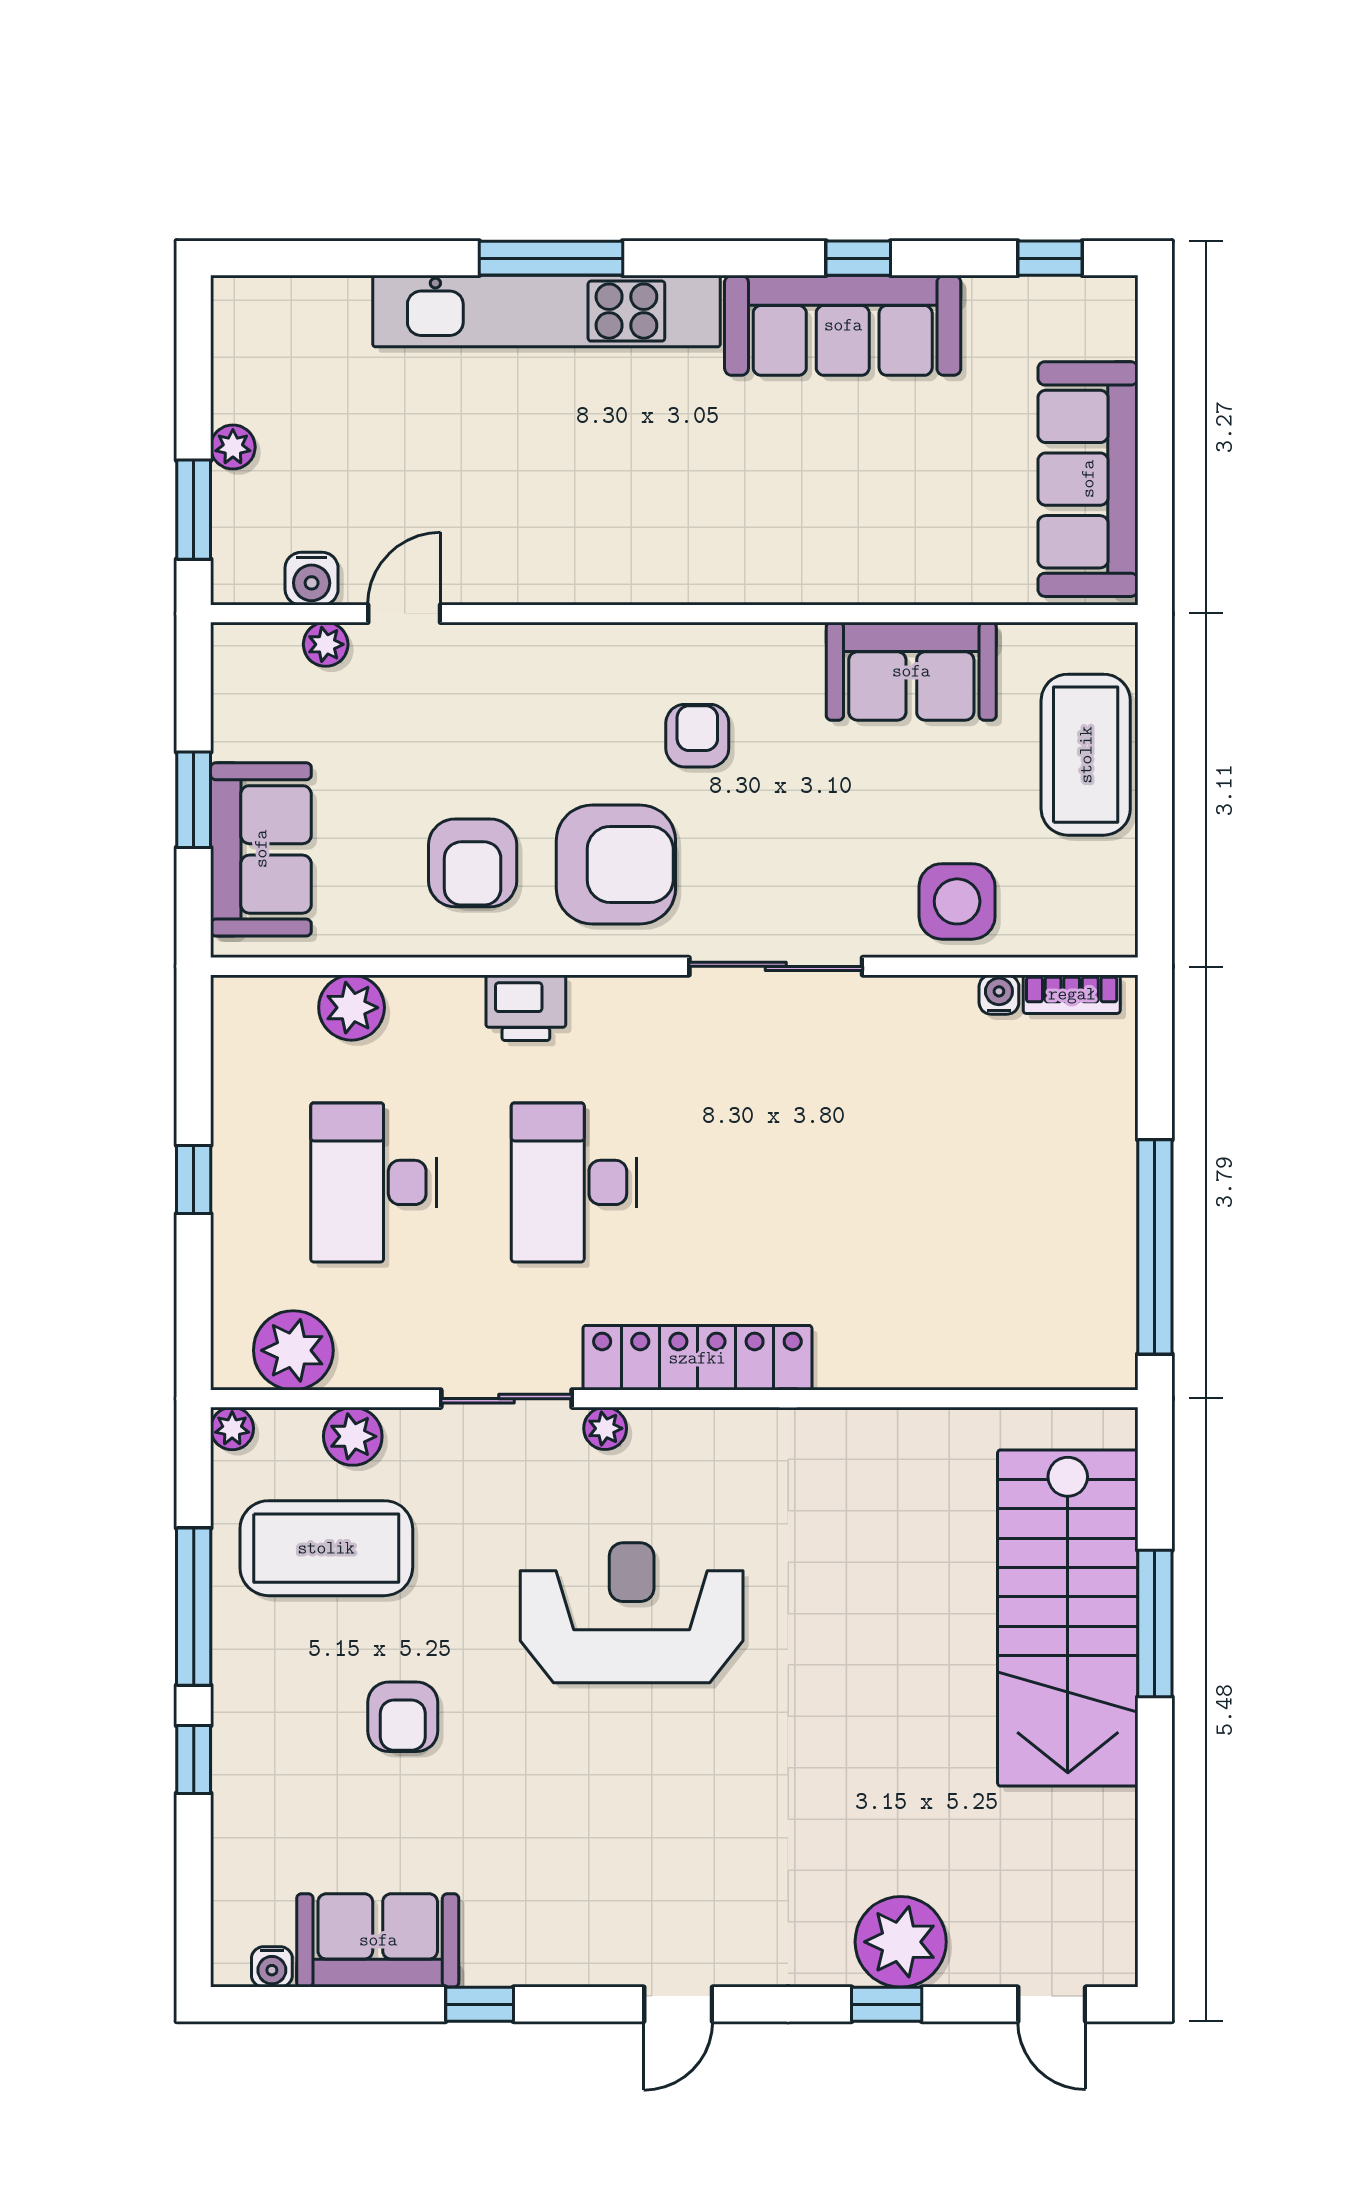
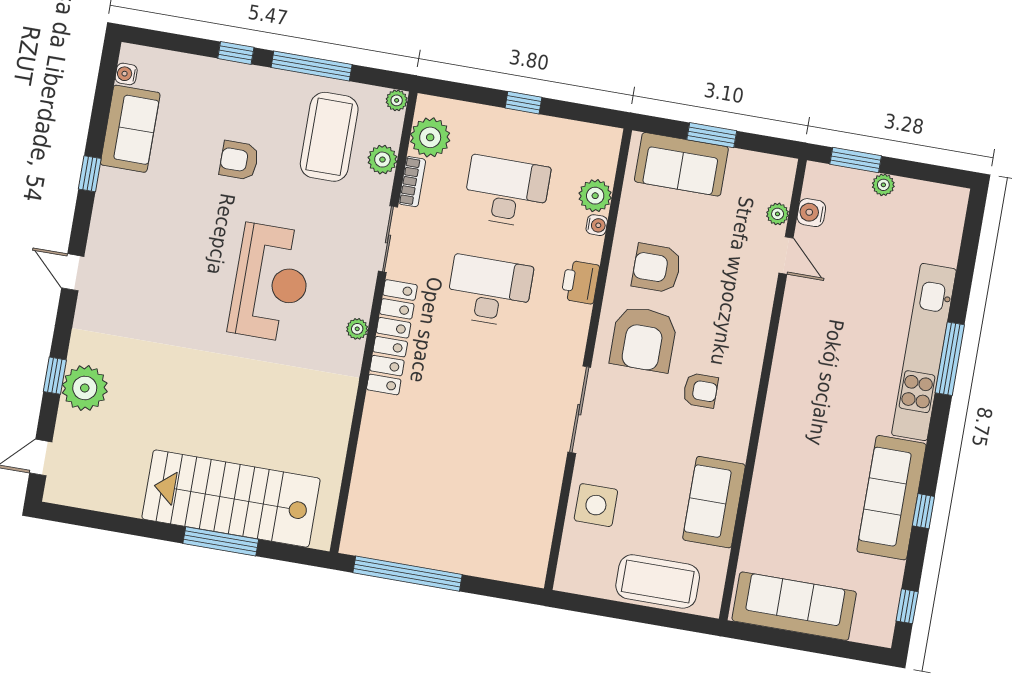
bookcase: (1072, 994) -> (412, 182), moved, turned 180
water cooler: (999, 995) -> (597, 225), moved
plant: (605, 1428) -> (357, 329), moved

